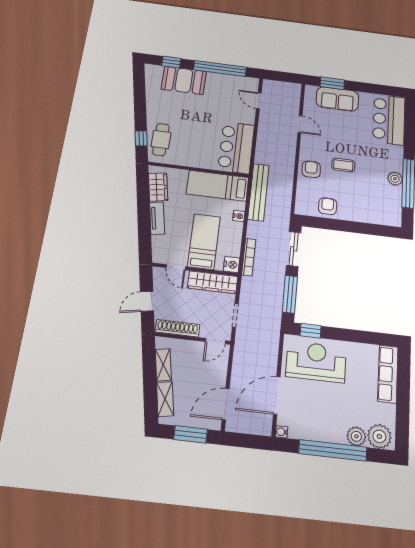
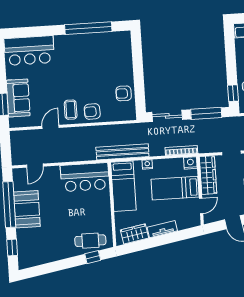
booth: (184, 80) -> (27, 209), moved
coffee table: (343, 165) -> (71, 110), moved
plant: (395, 179) -> (86, 40), removed

